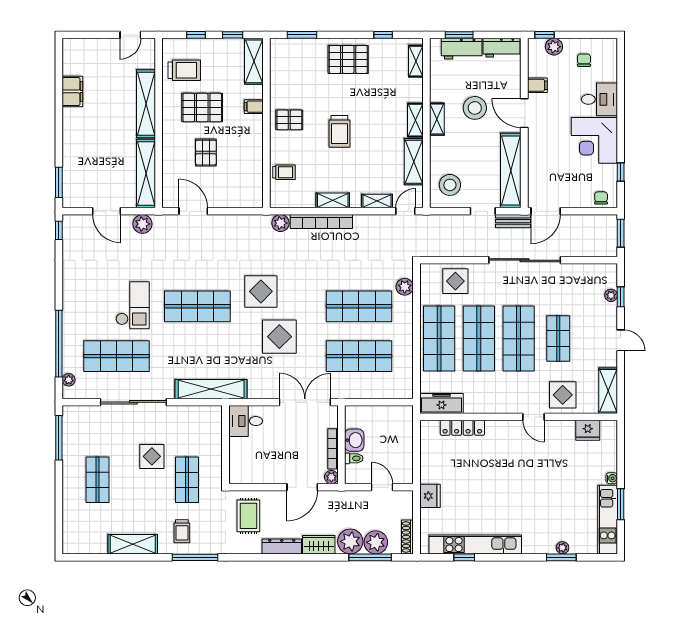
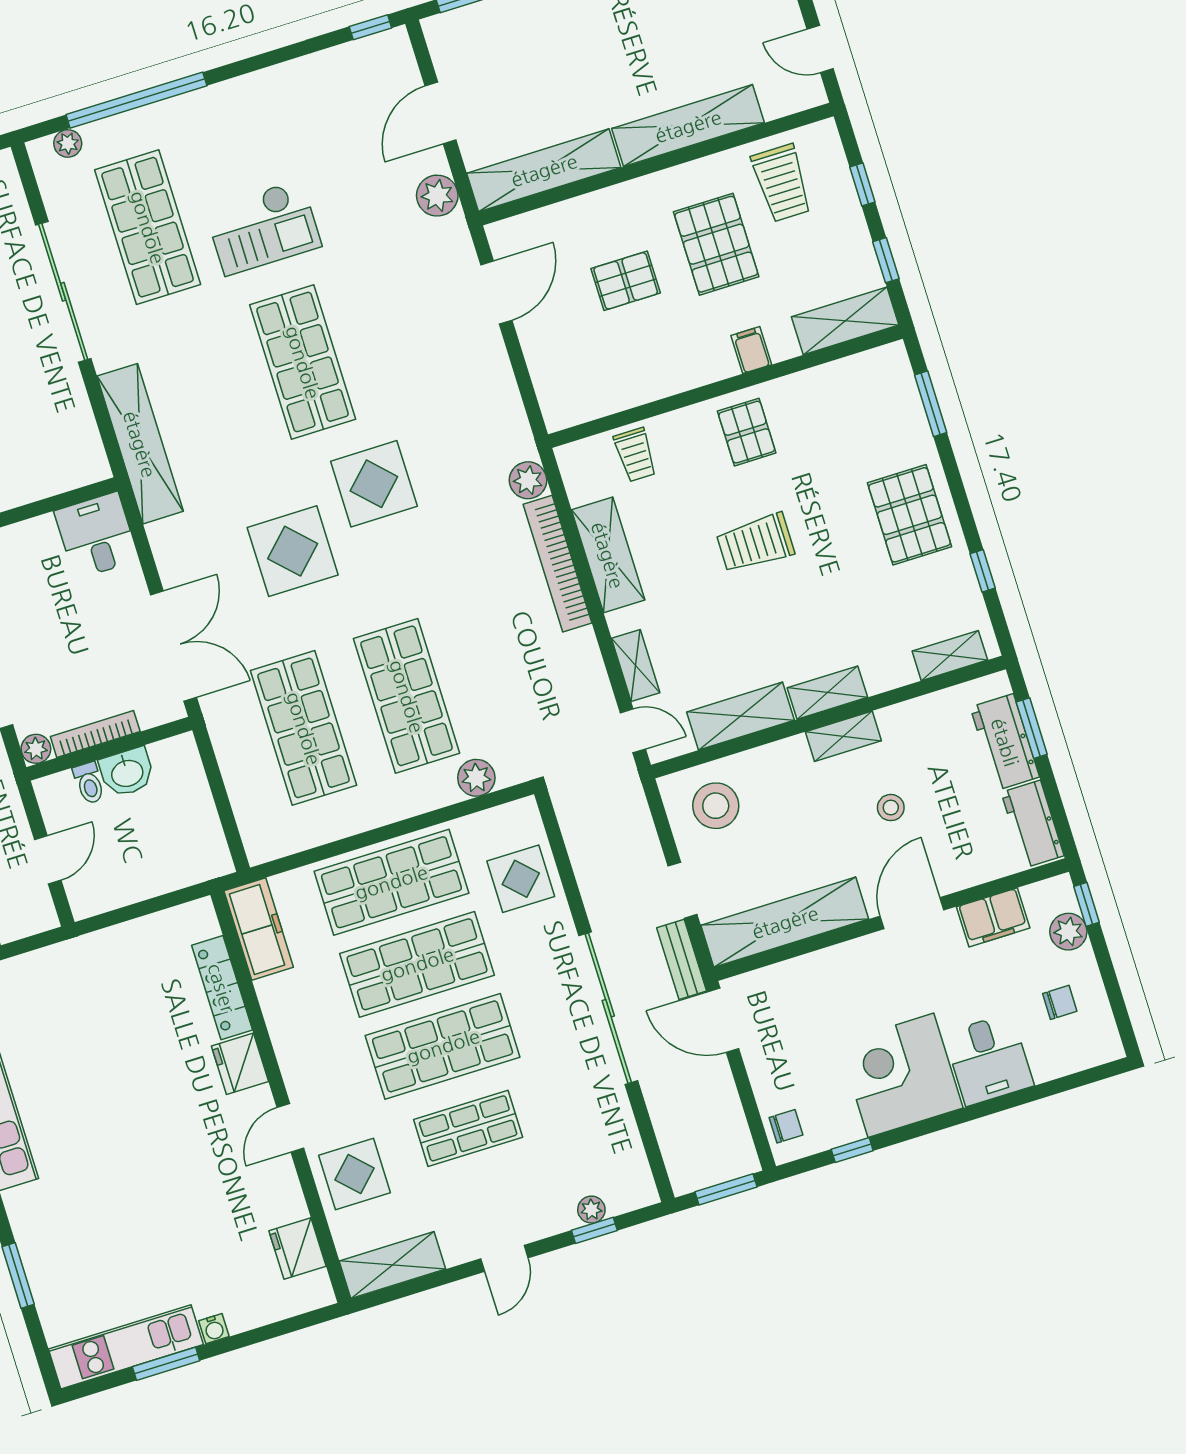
filing cabinet: (537, 85) -> (993, 917), width x2.00
stool: (475, 108) -> (891, 808), width x0.53, depth x0.53
shelving: (333, 200) -> (608, 555), width x1.50, depth x1.33
fridge: (430, 496) -> (240, 1064), moved, turned 90
plant: (562, 548) -> (39, 1272), removed

